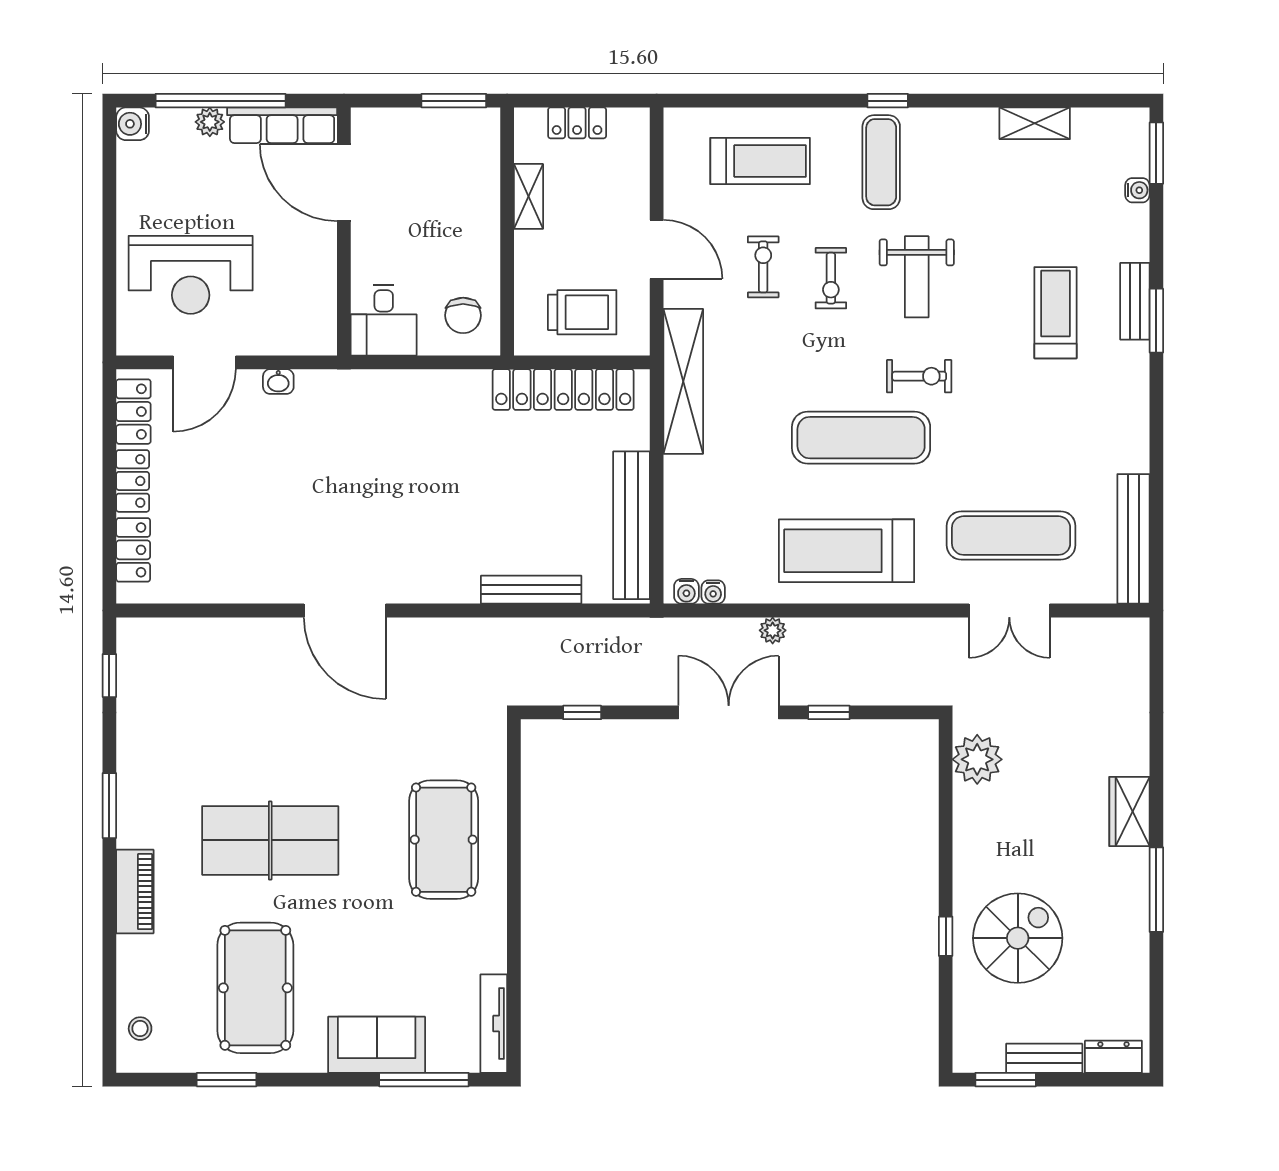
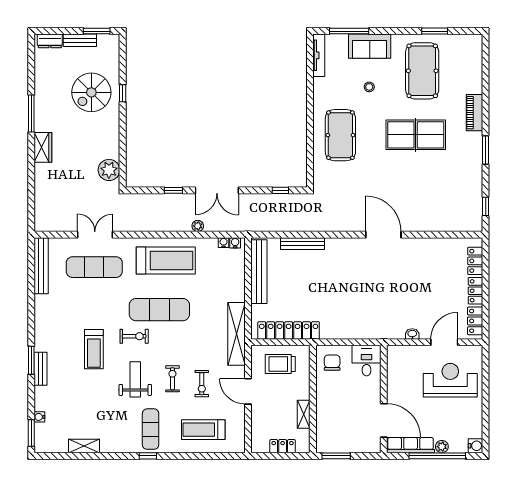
treadmill: (1056, 313) -> (94, 349), moved
exercise bike: (919, 376) -> (134, 336), turned 180
stool: (140, 1029) -> (369, 87), moved

